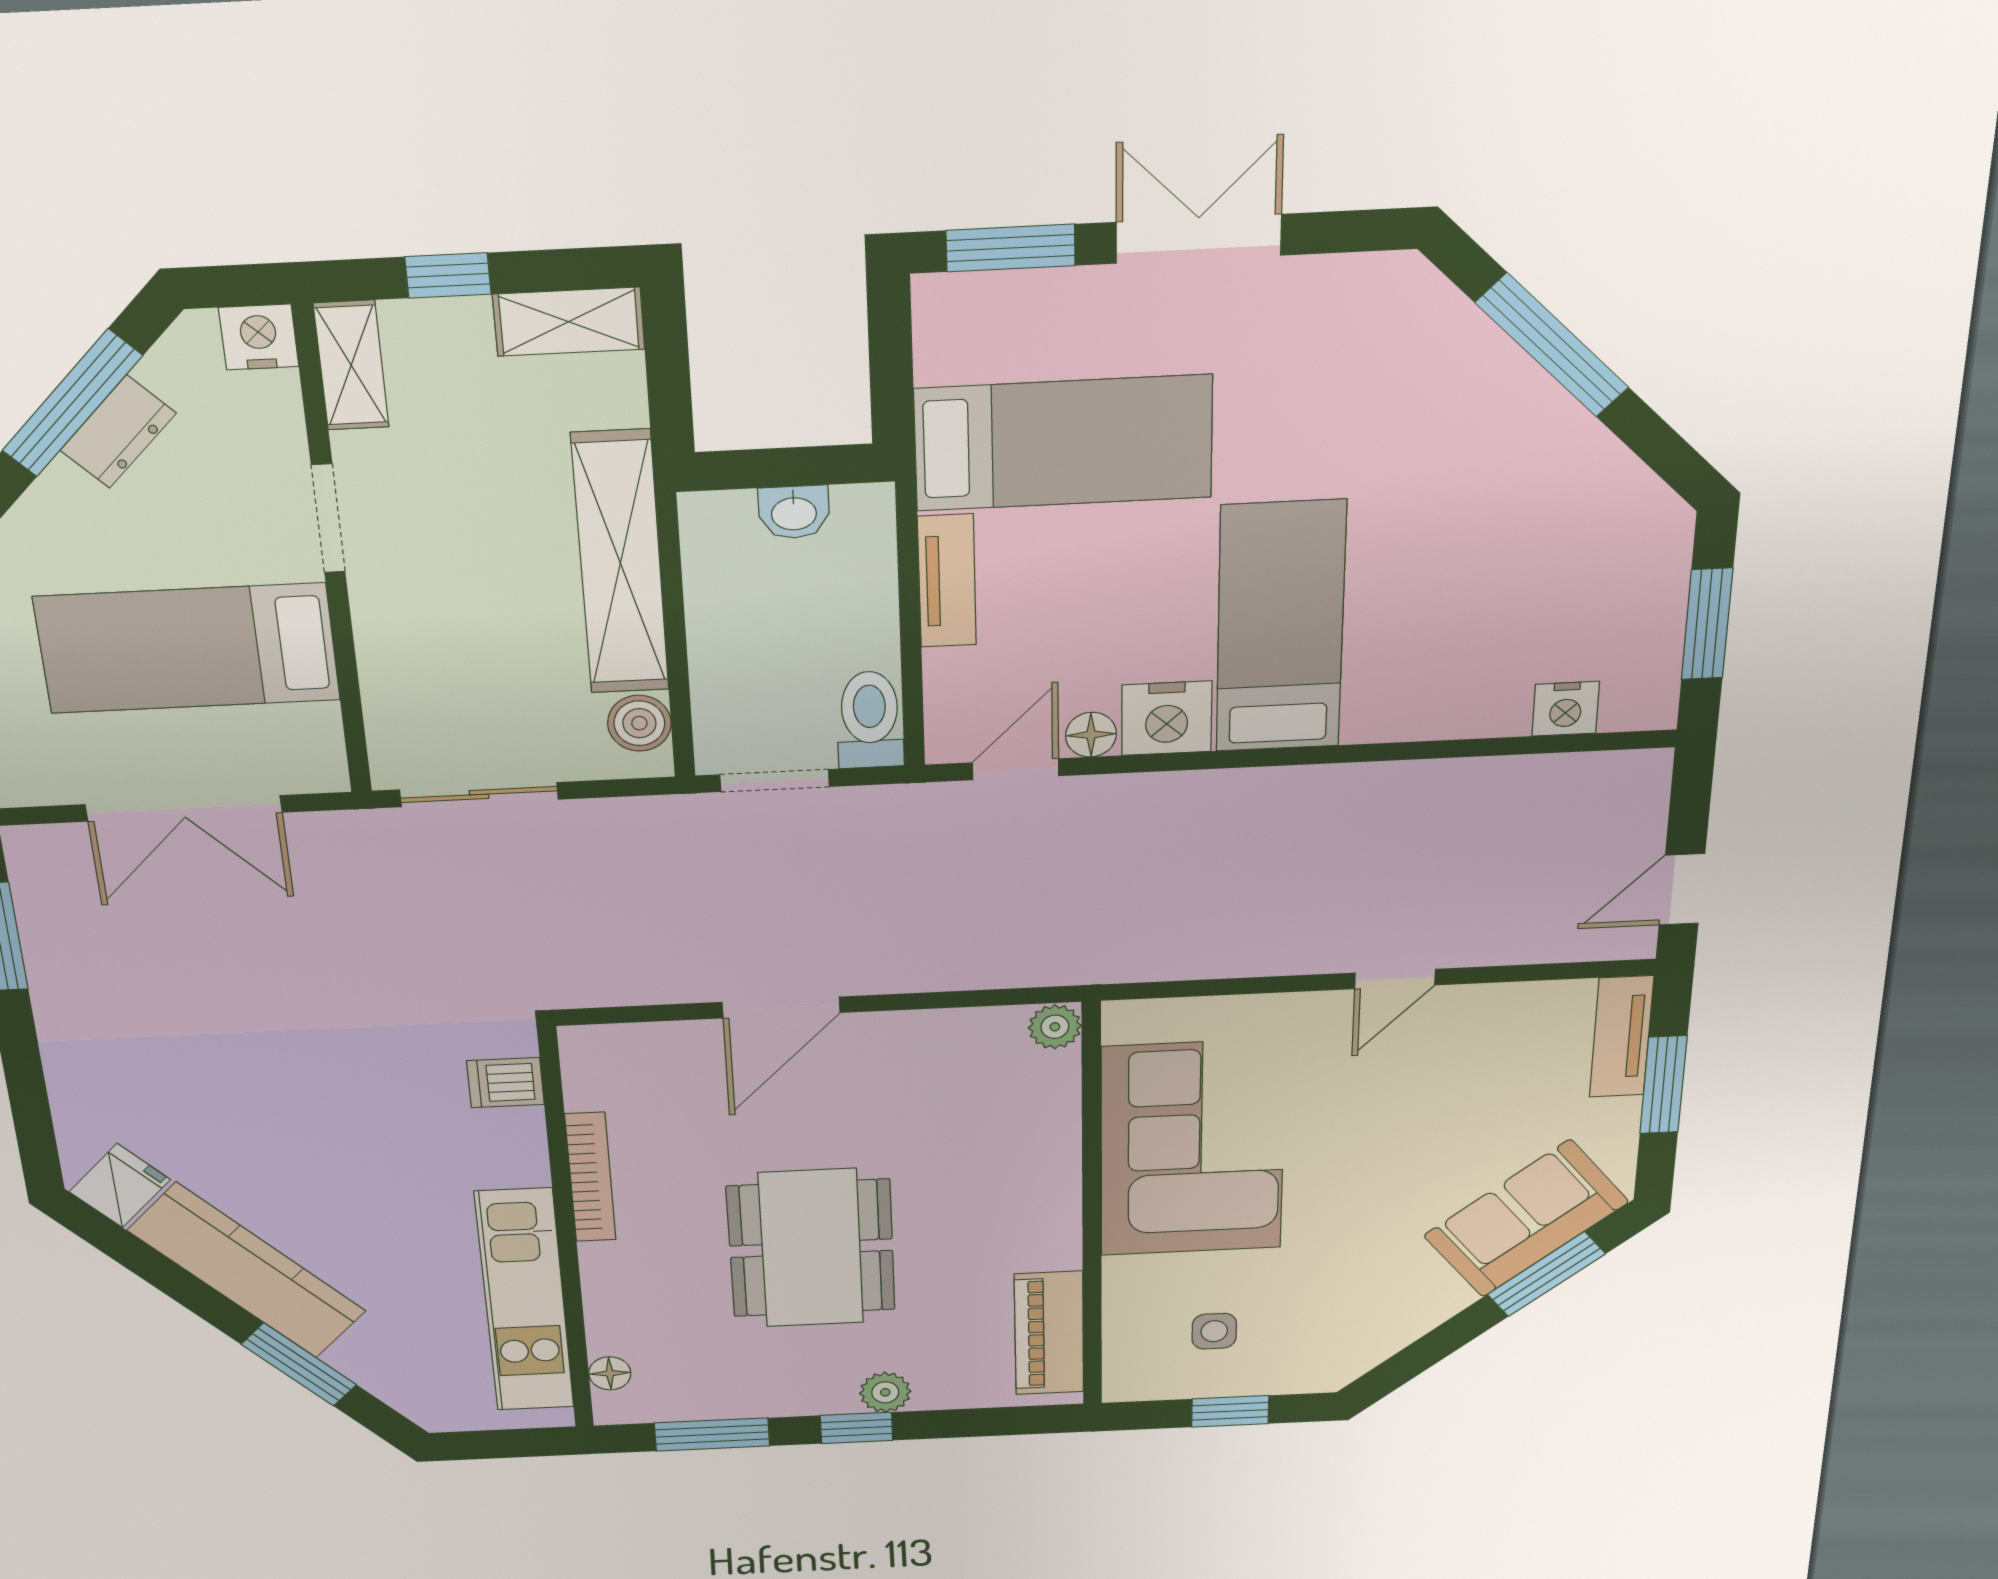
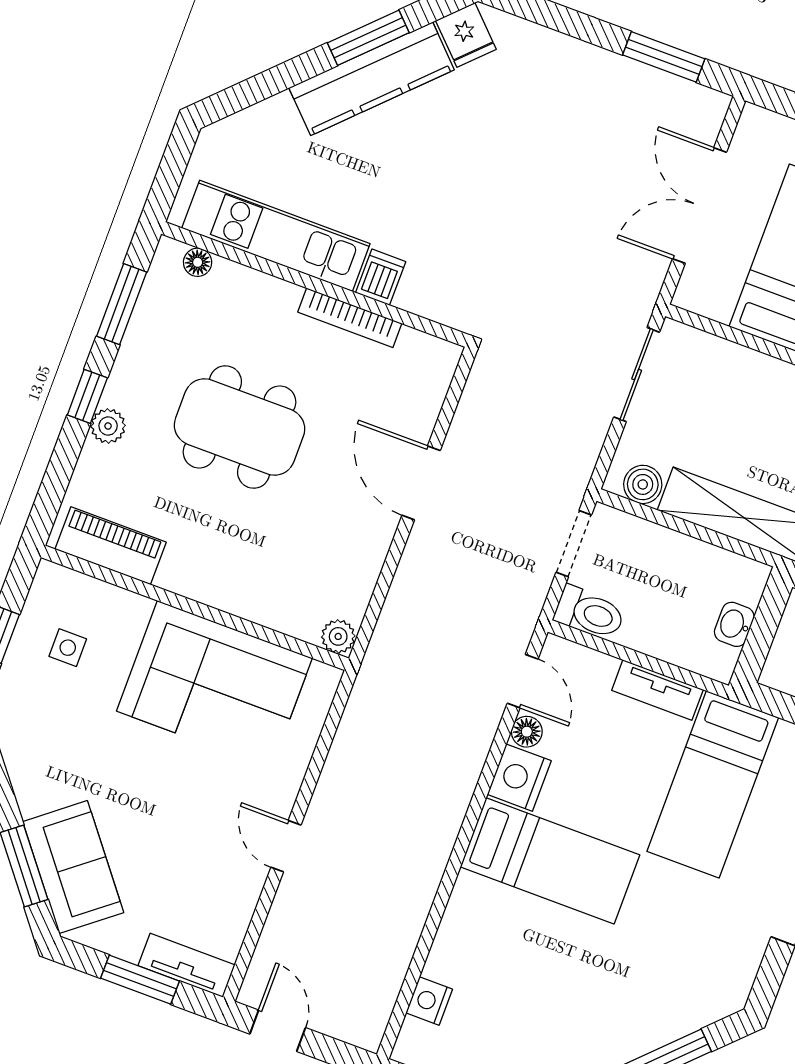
dishwasher: (505, 1083) -> (381, 277), moved
window: (299, 1365) -> (368, 38), moved

